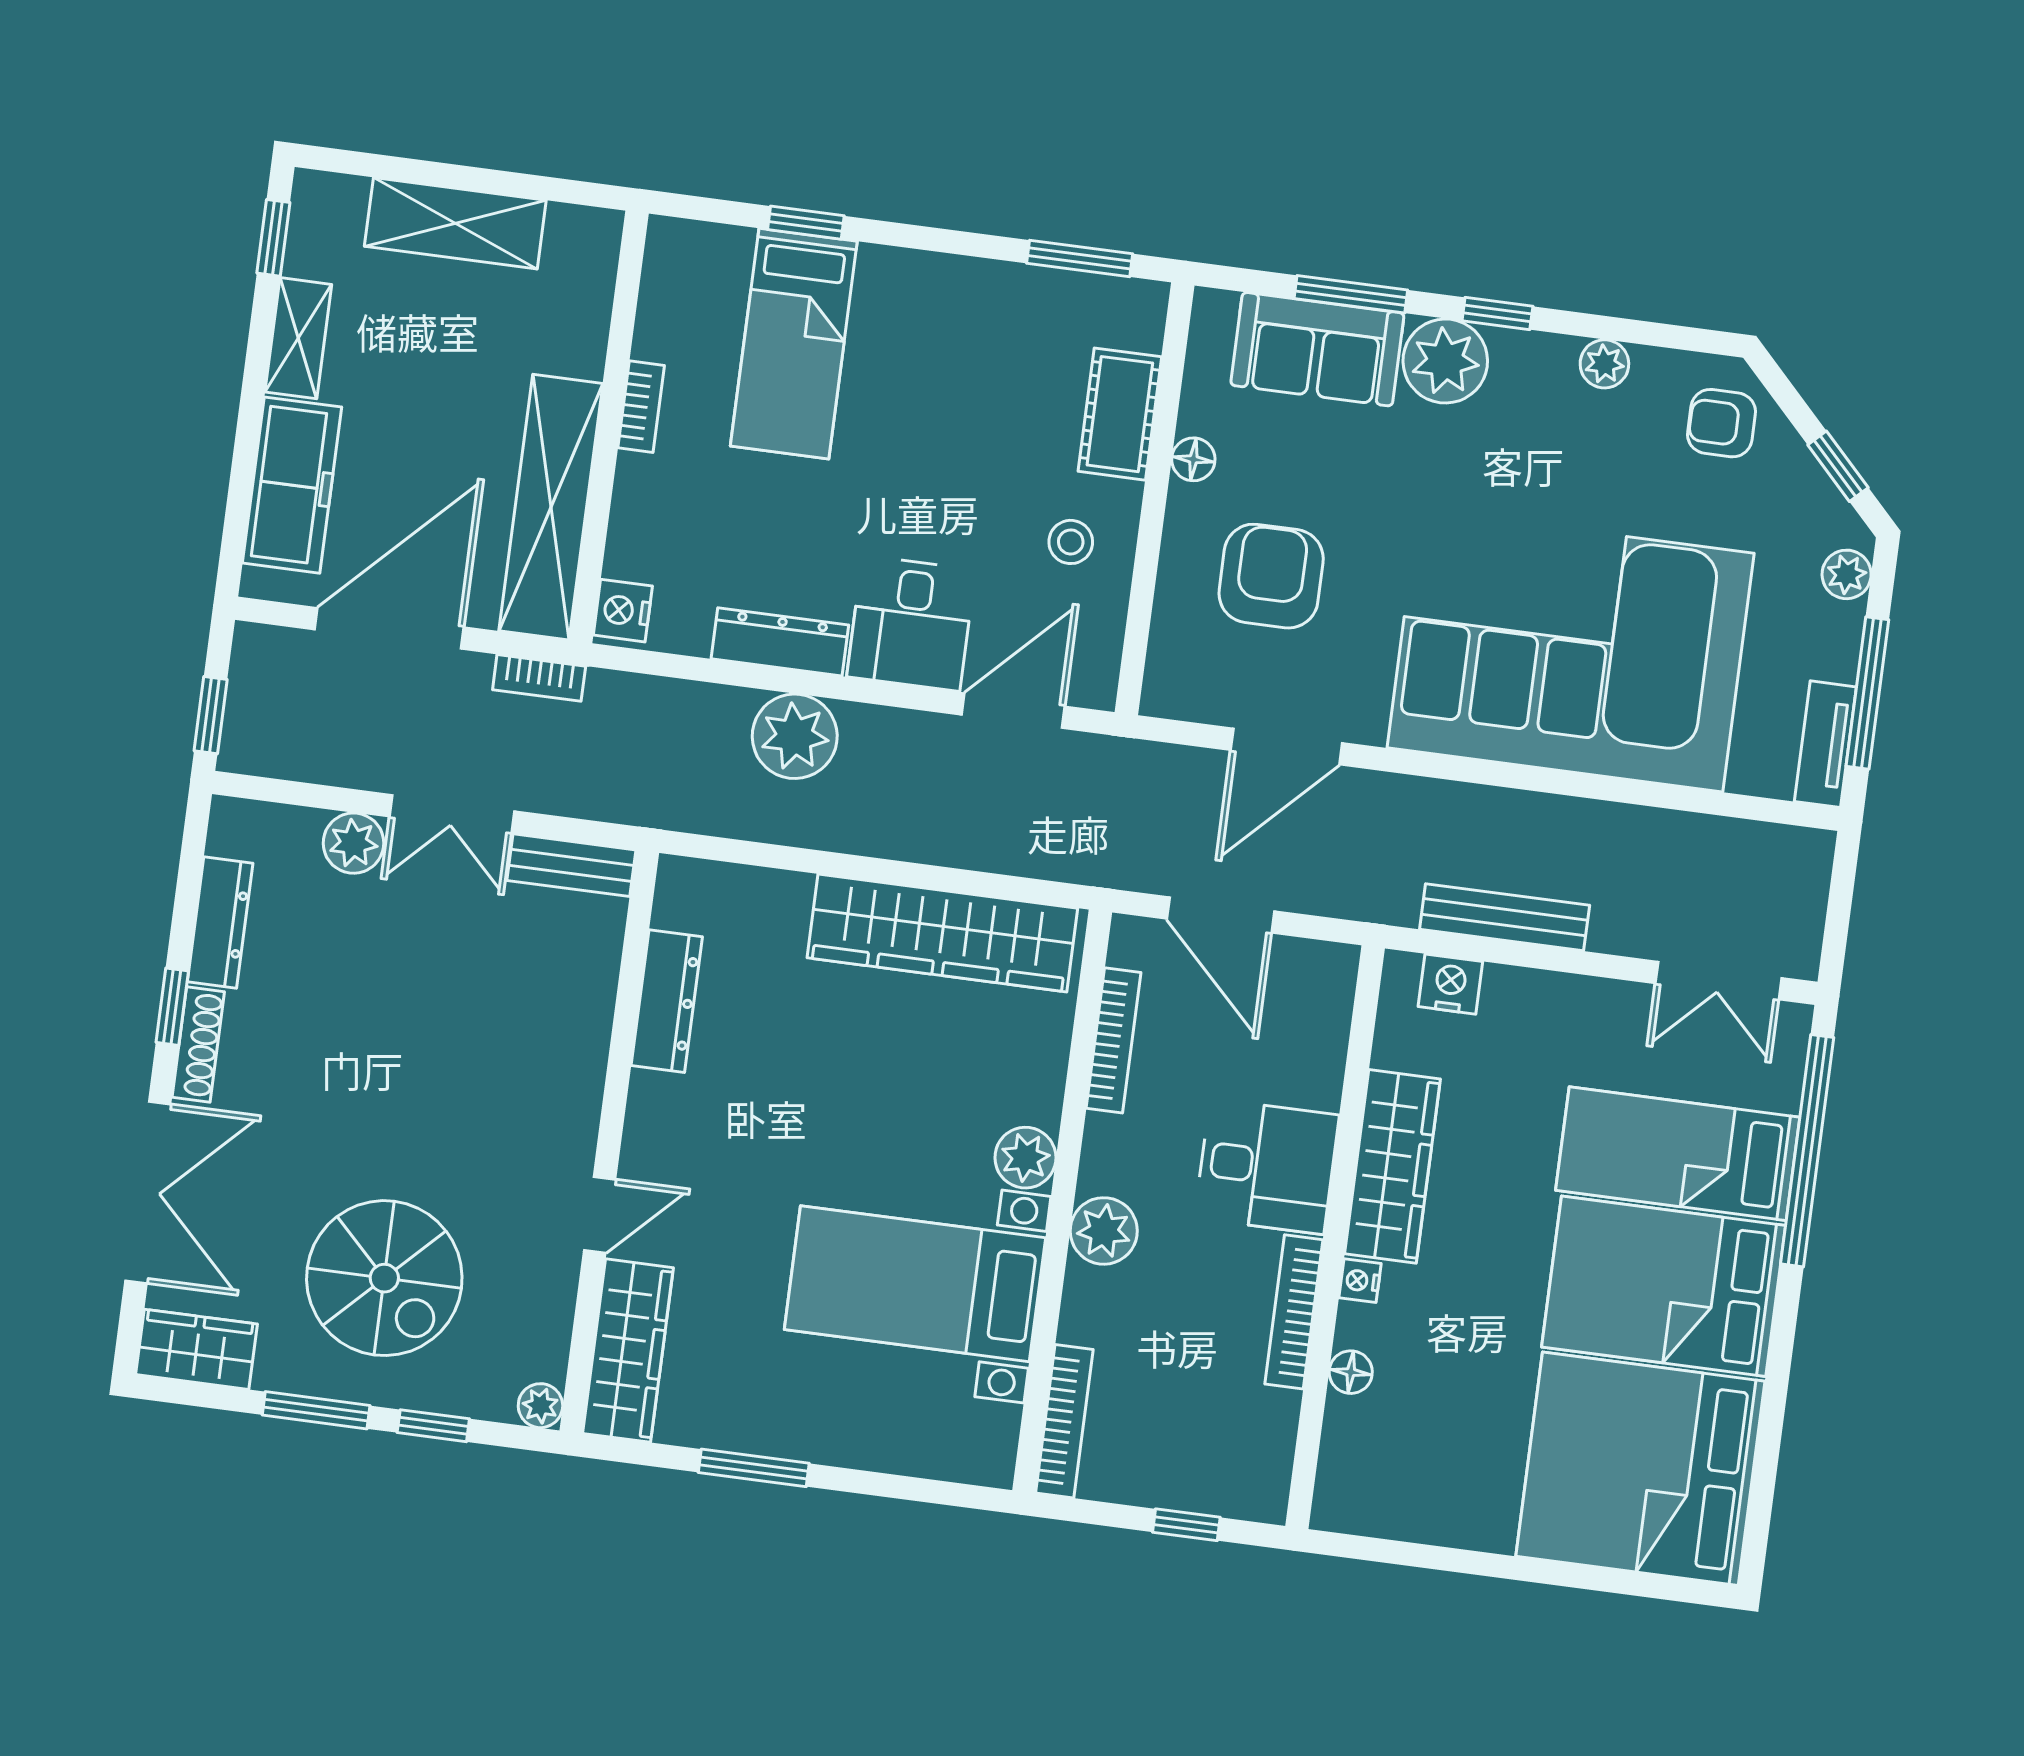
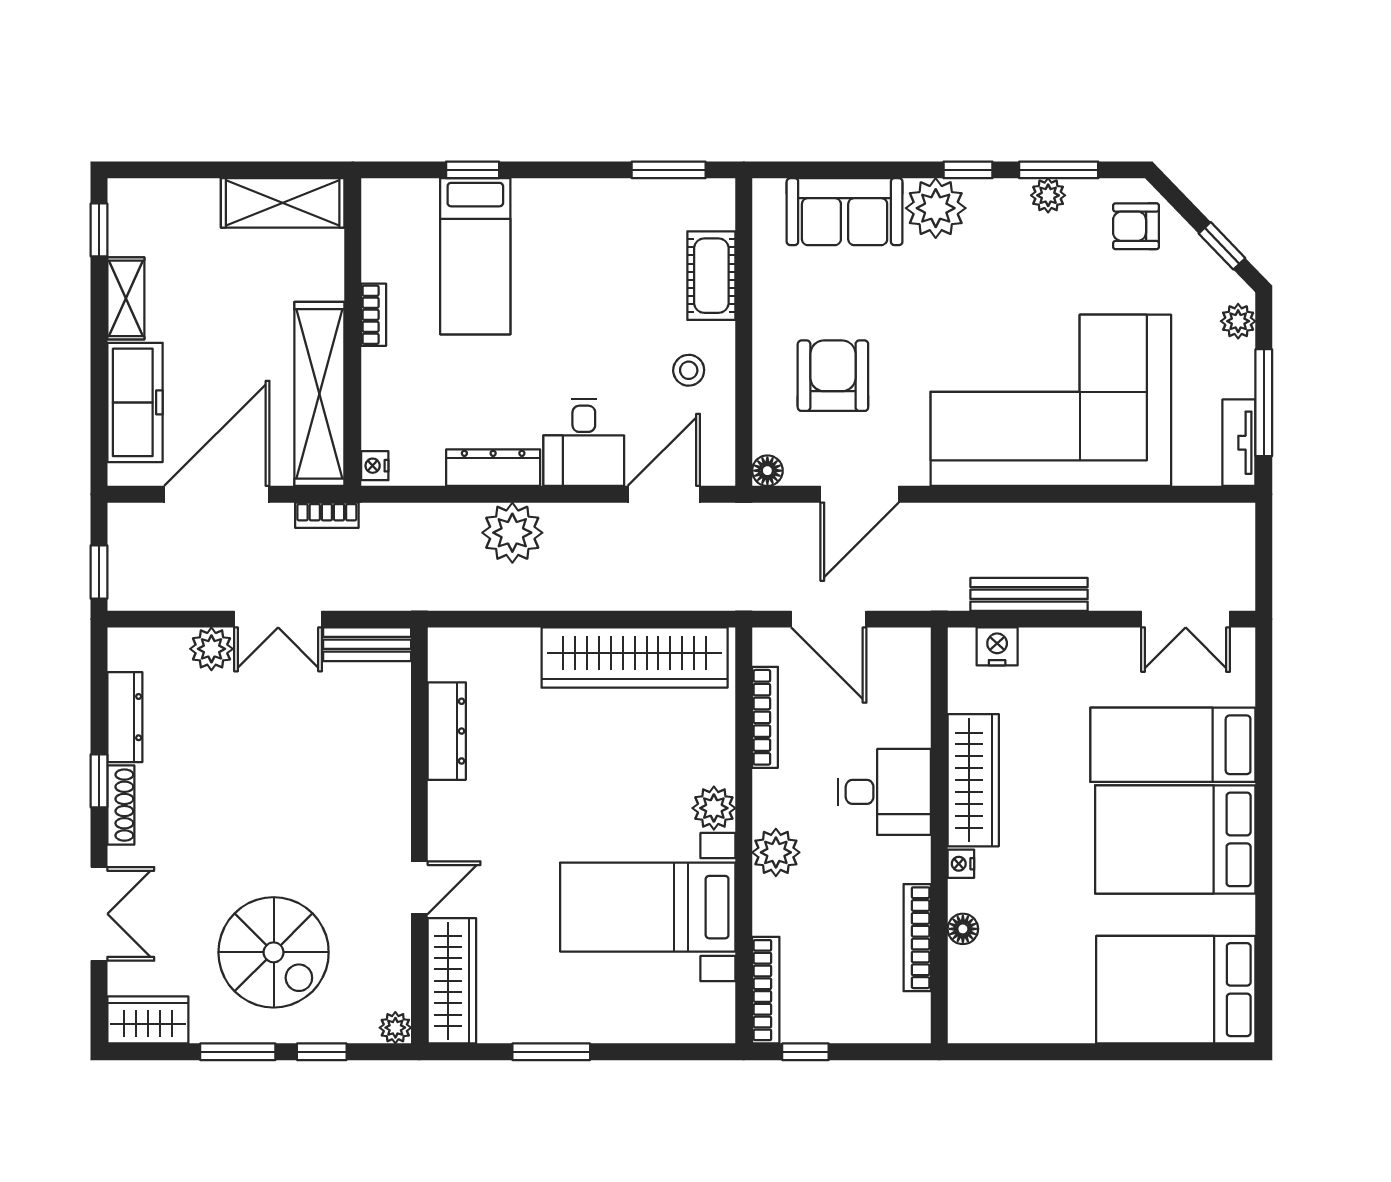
shelving: (455, 223) -> (283, 203), moved
window: (1351, 294) -> (1059, 170), moved
floor lamp: (1193, 459) -> (767, 471), moved
nightstand: (623, 611) -> (375, 466), width x0.72, depth x0.74
window: (1807, 1151) -> (1264, 731), removed
double door: (148, 1192) -> (99, 914), width x0.73
bookcase: (1294, 1312) -> (917, 938), moved
bed: (1640, 1469) -> (1176, 990), width x0.73
window: (1186, 1525) -> (805, 1052), moved

